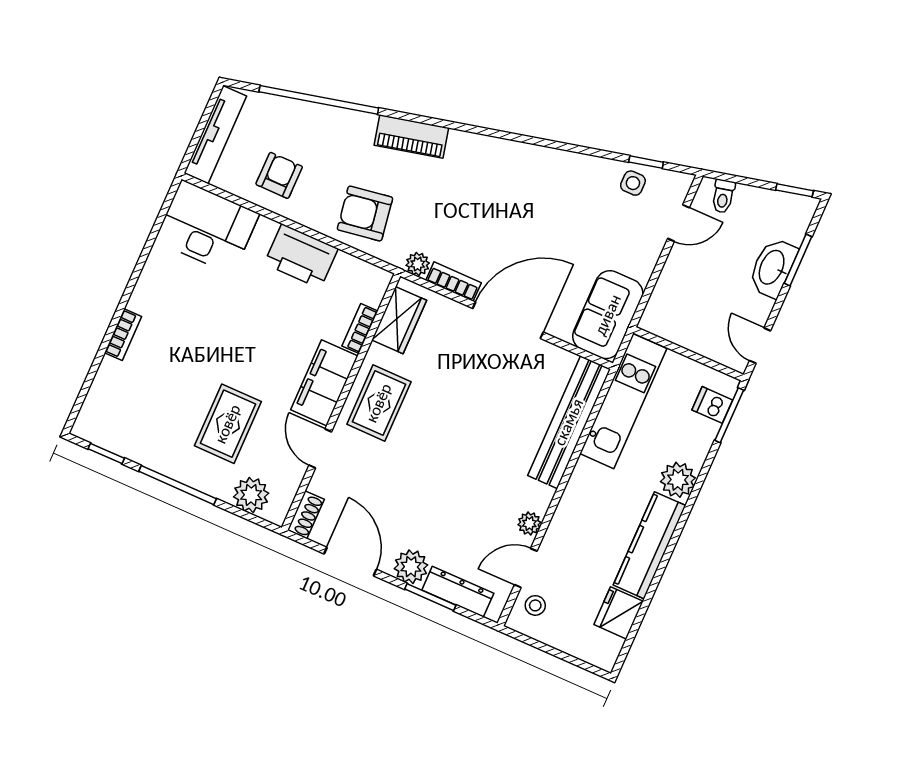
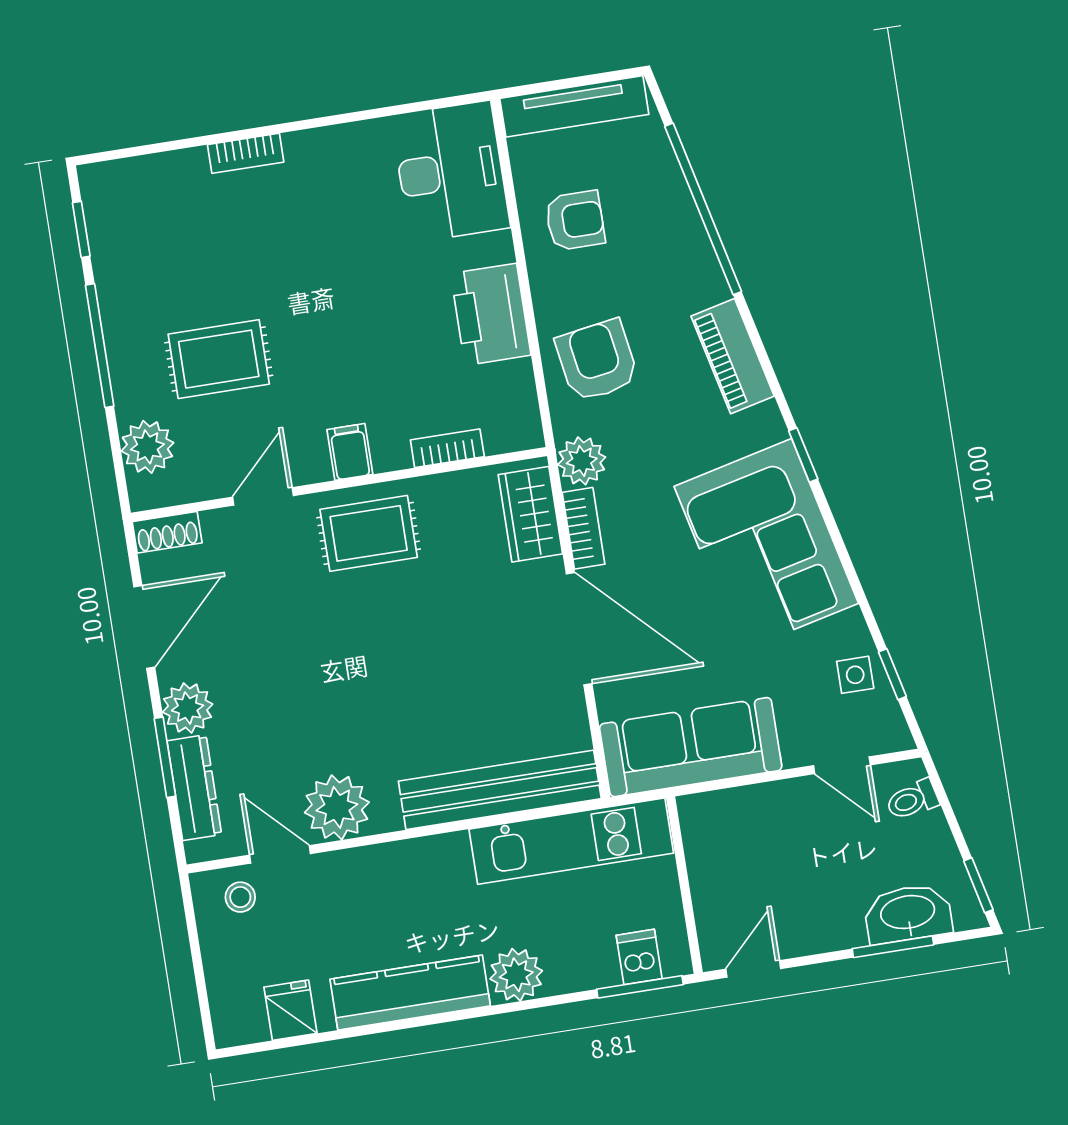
window: (492, 133) -> (803, 455), added
corner sofa: (529, 186) -> (766, 545), added
plant: (418, 264) -> (582, 461), width x1.38, depth x1.38
washbasin: (772, 268) -> (908, 914), moved
sofa: (608, 315) -> (691, 747), width x1.36
wardrobe: (399, 320) -> (530, 514), moved, turned 90
filing cabinet: (324, 383) -> (350, 452), width x0.33, depth x0.86
plant: (529, 523) -> (337, 807), width x1.88, depth x1.88
fridge: (619, 613) -> (290, 1010), width x0.72

